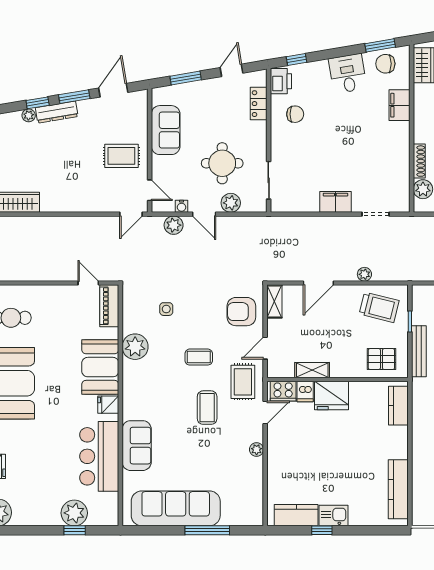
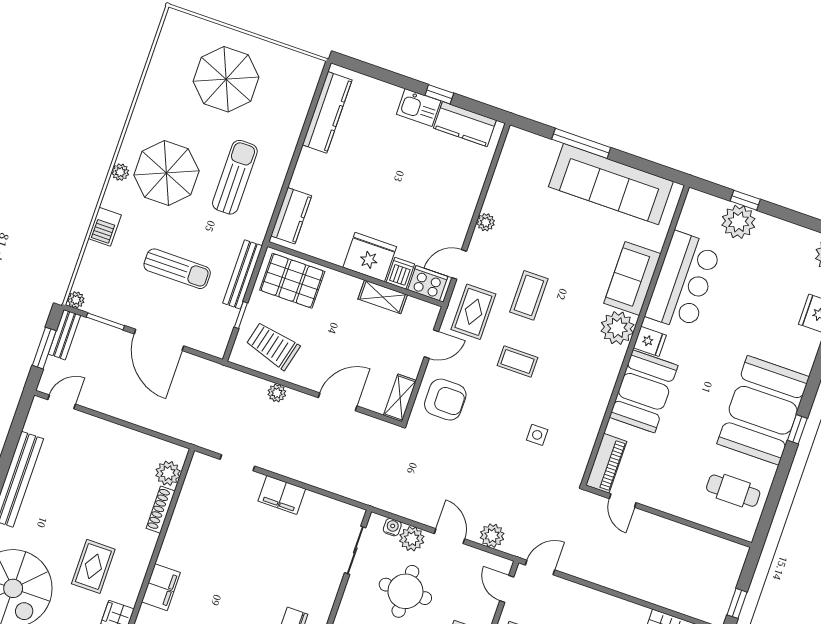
water cooler: (182, 206) -> (392, 527), moved
plant: (135, 347) -> (617, 328), moved
pallet: (381, 359) -> (292, 281), width x1.50, depth x1.42

